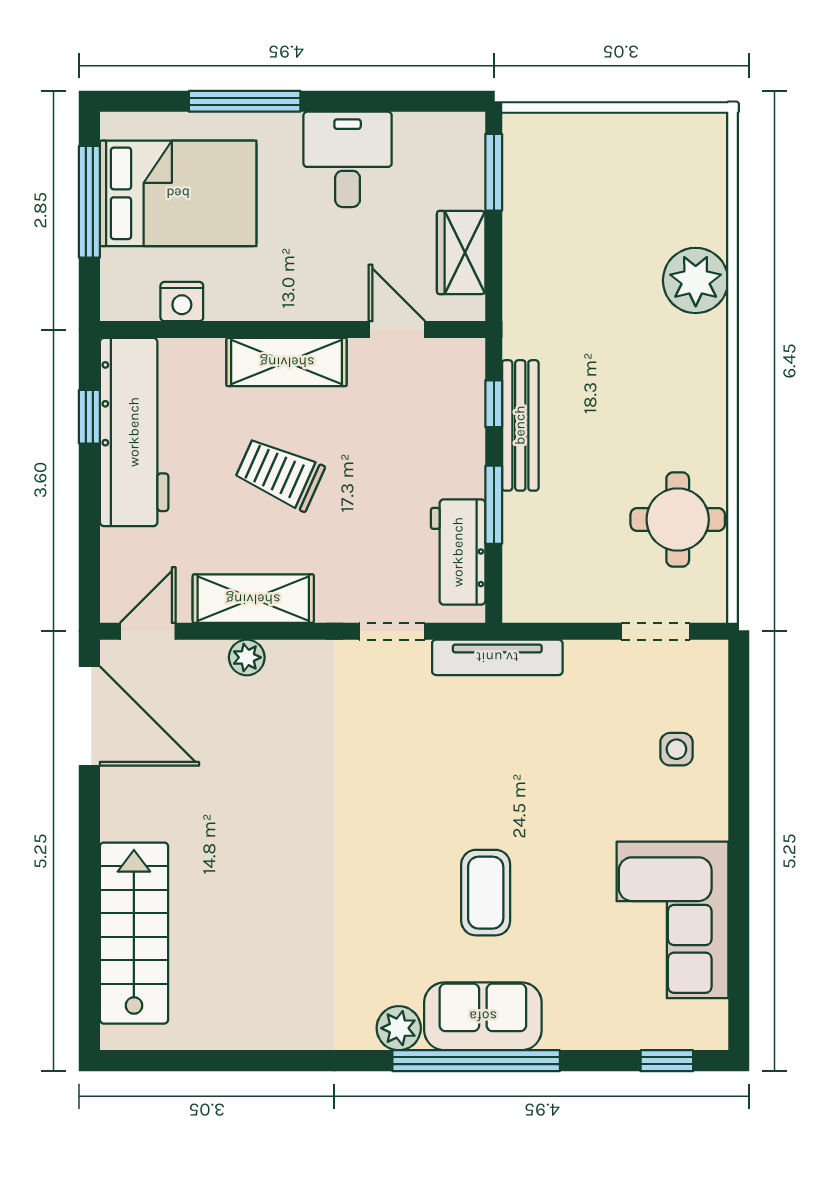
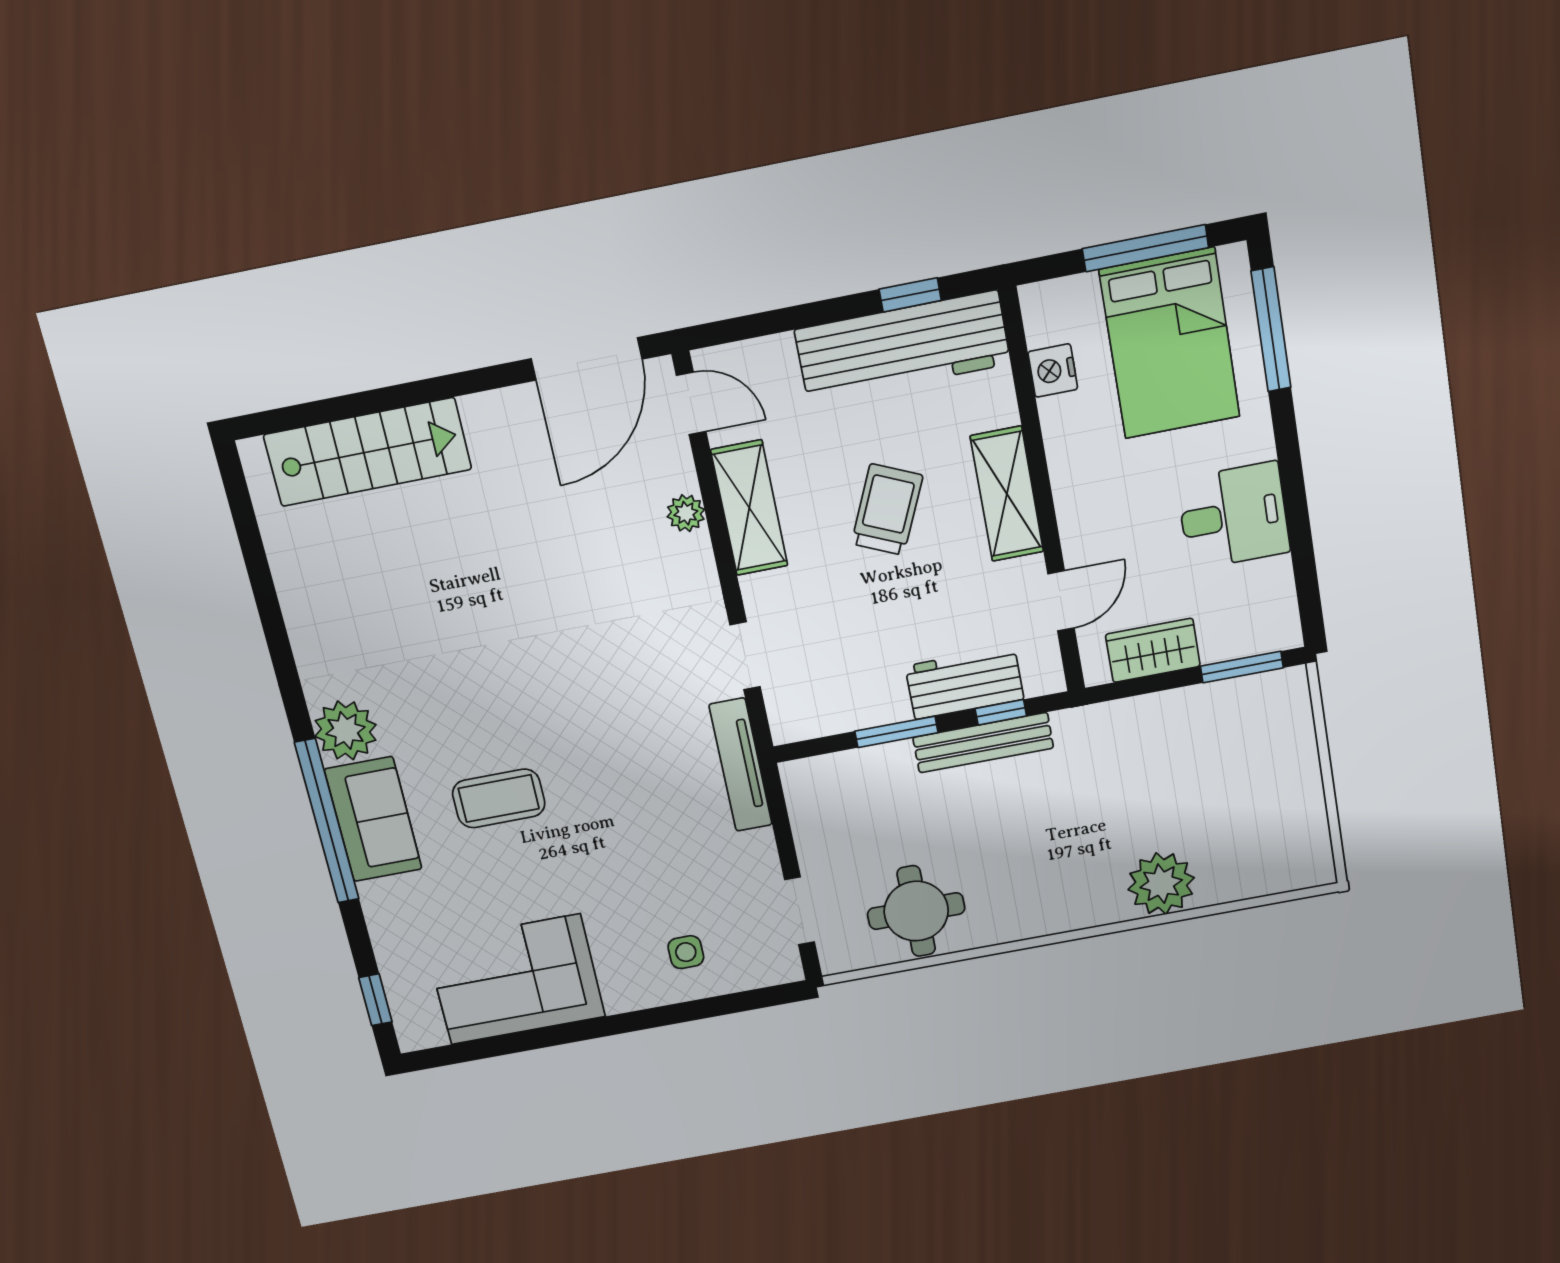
window: (245, 101) -> (1271, 329), moved
workbench: (458, 552) -> (965, 683), moved
plant: (399, 1028) -> (346, 730), width x1.36, depth x1.36

